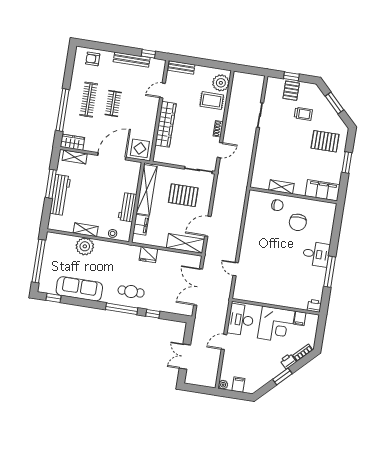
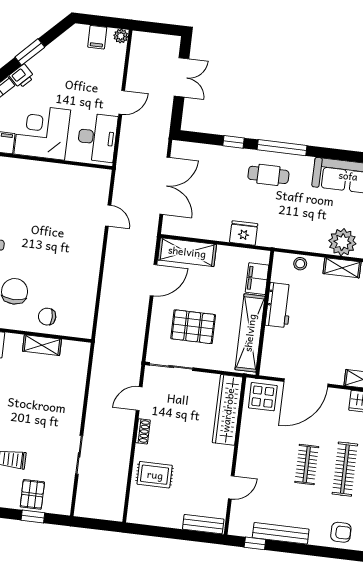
plant: (221, 83) -> (141, 503), removed
wardrobe: (166, 124) -> (228, 410), moved

